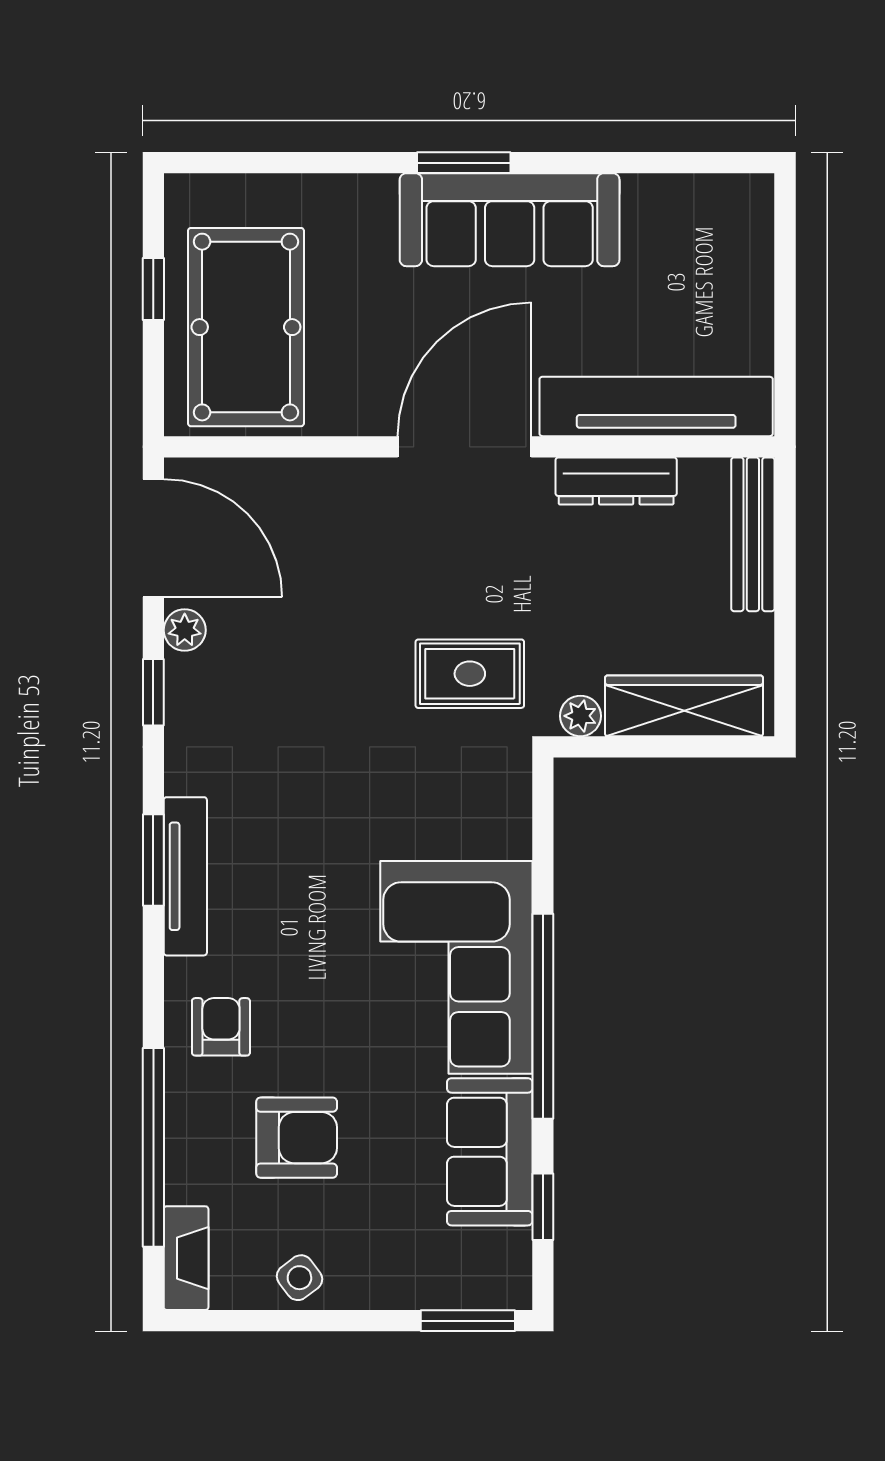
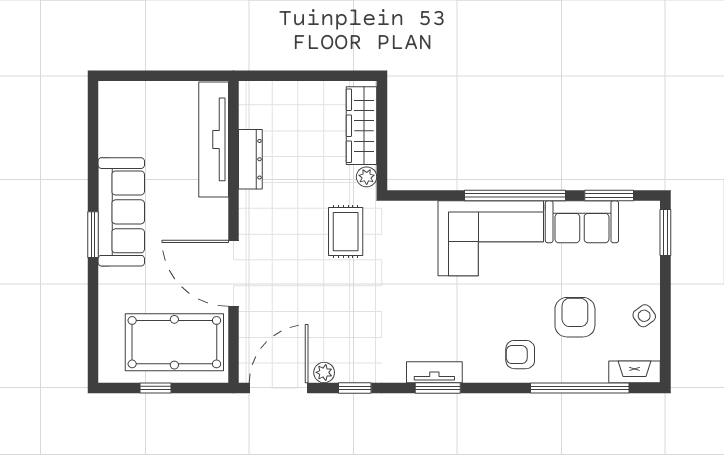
door: (465, 447) -> (234, 273), moved
bench: (753, 534) -> (277, 92), removed
tv unit: (185, 876) -> (434, 372), width x0.71
window: (543, 1207) -> (609, 195), width x1.50

